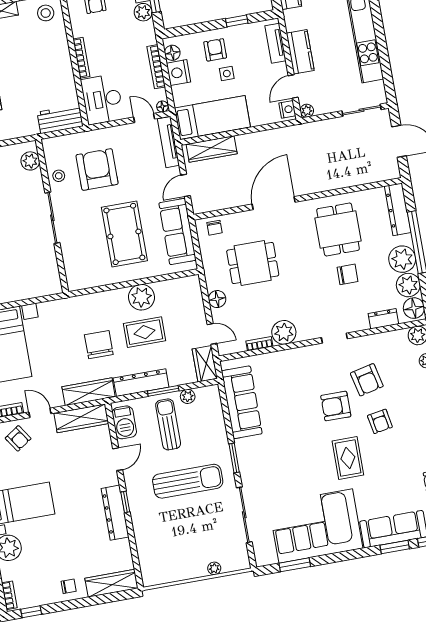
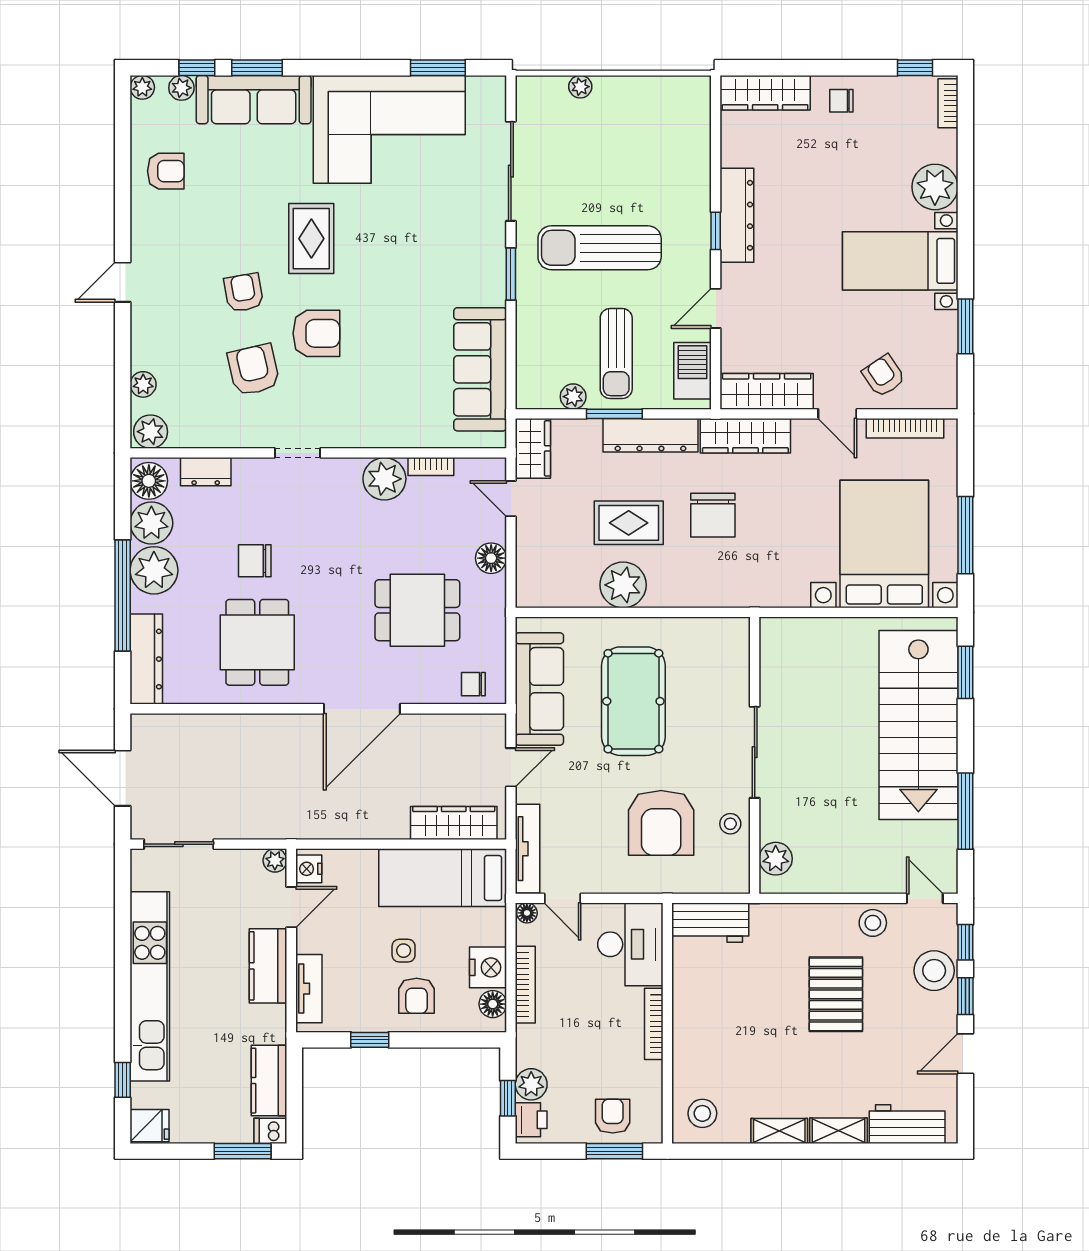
chair: (214, 228) -> (473, 684), turned -90

